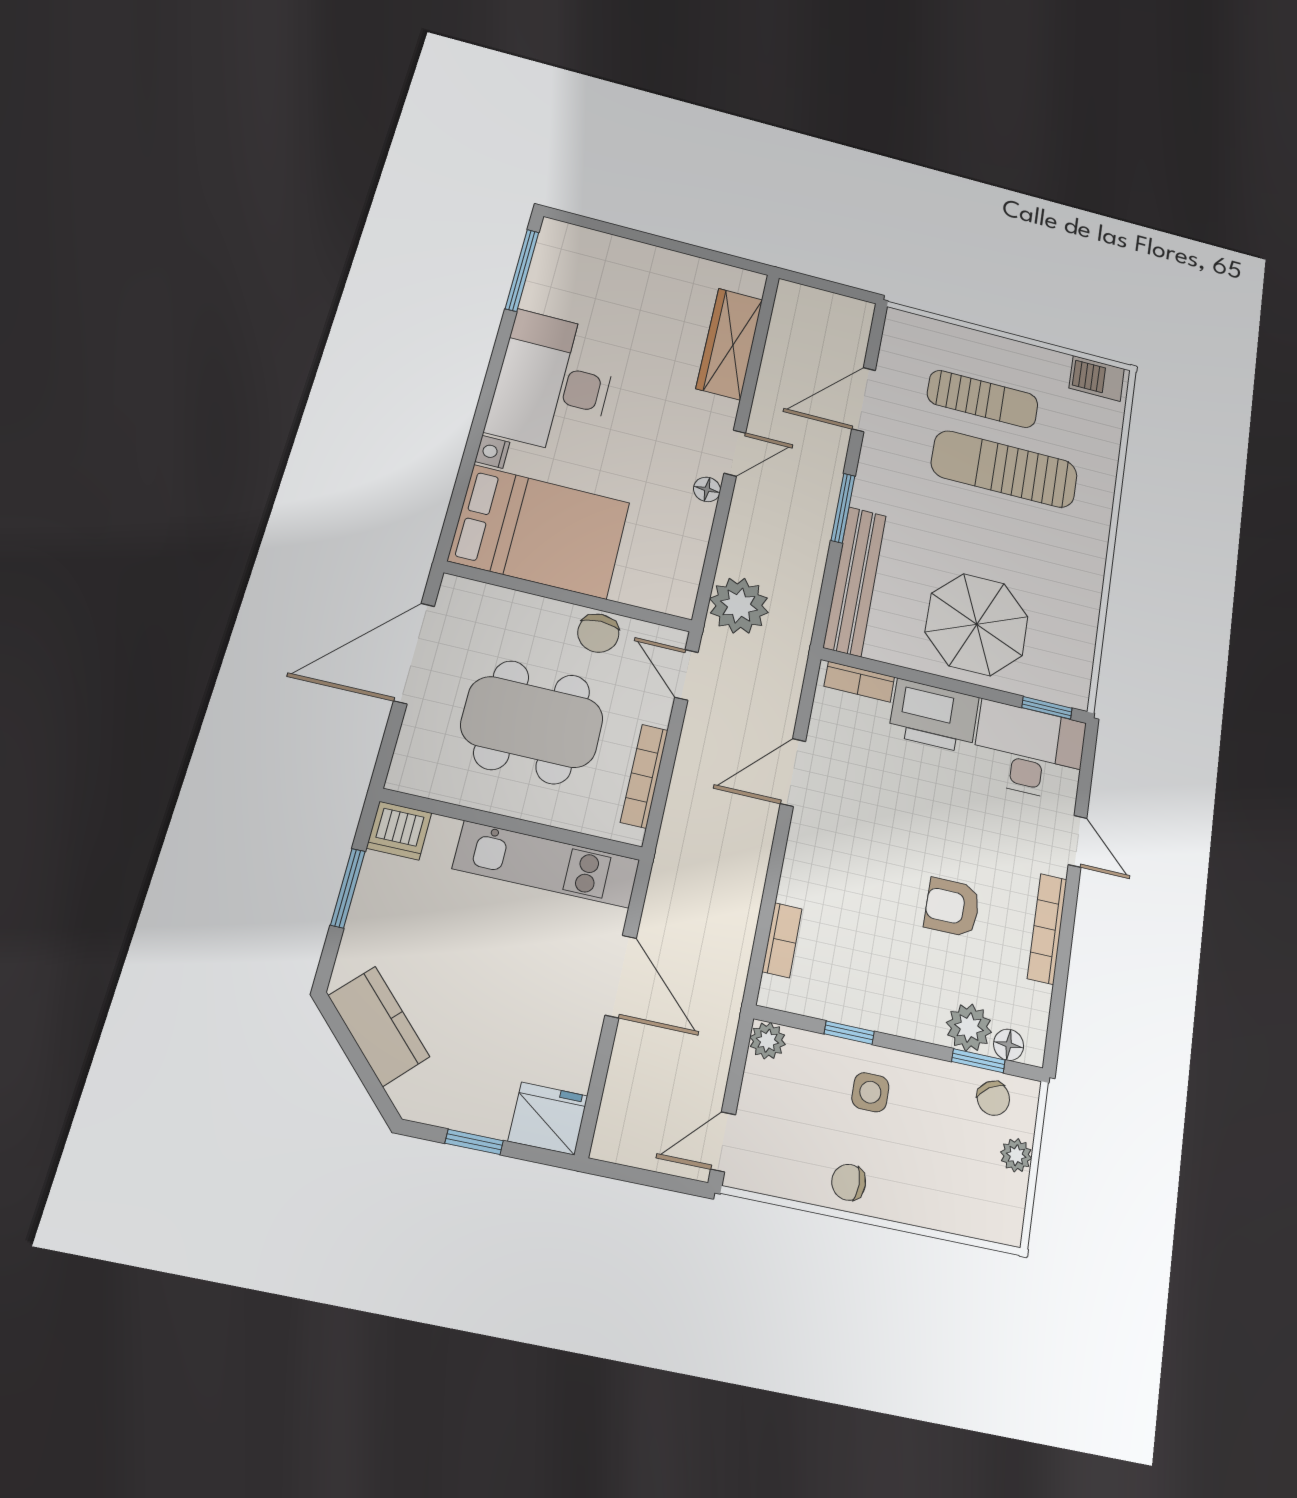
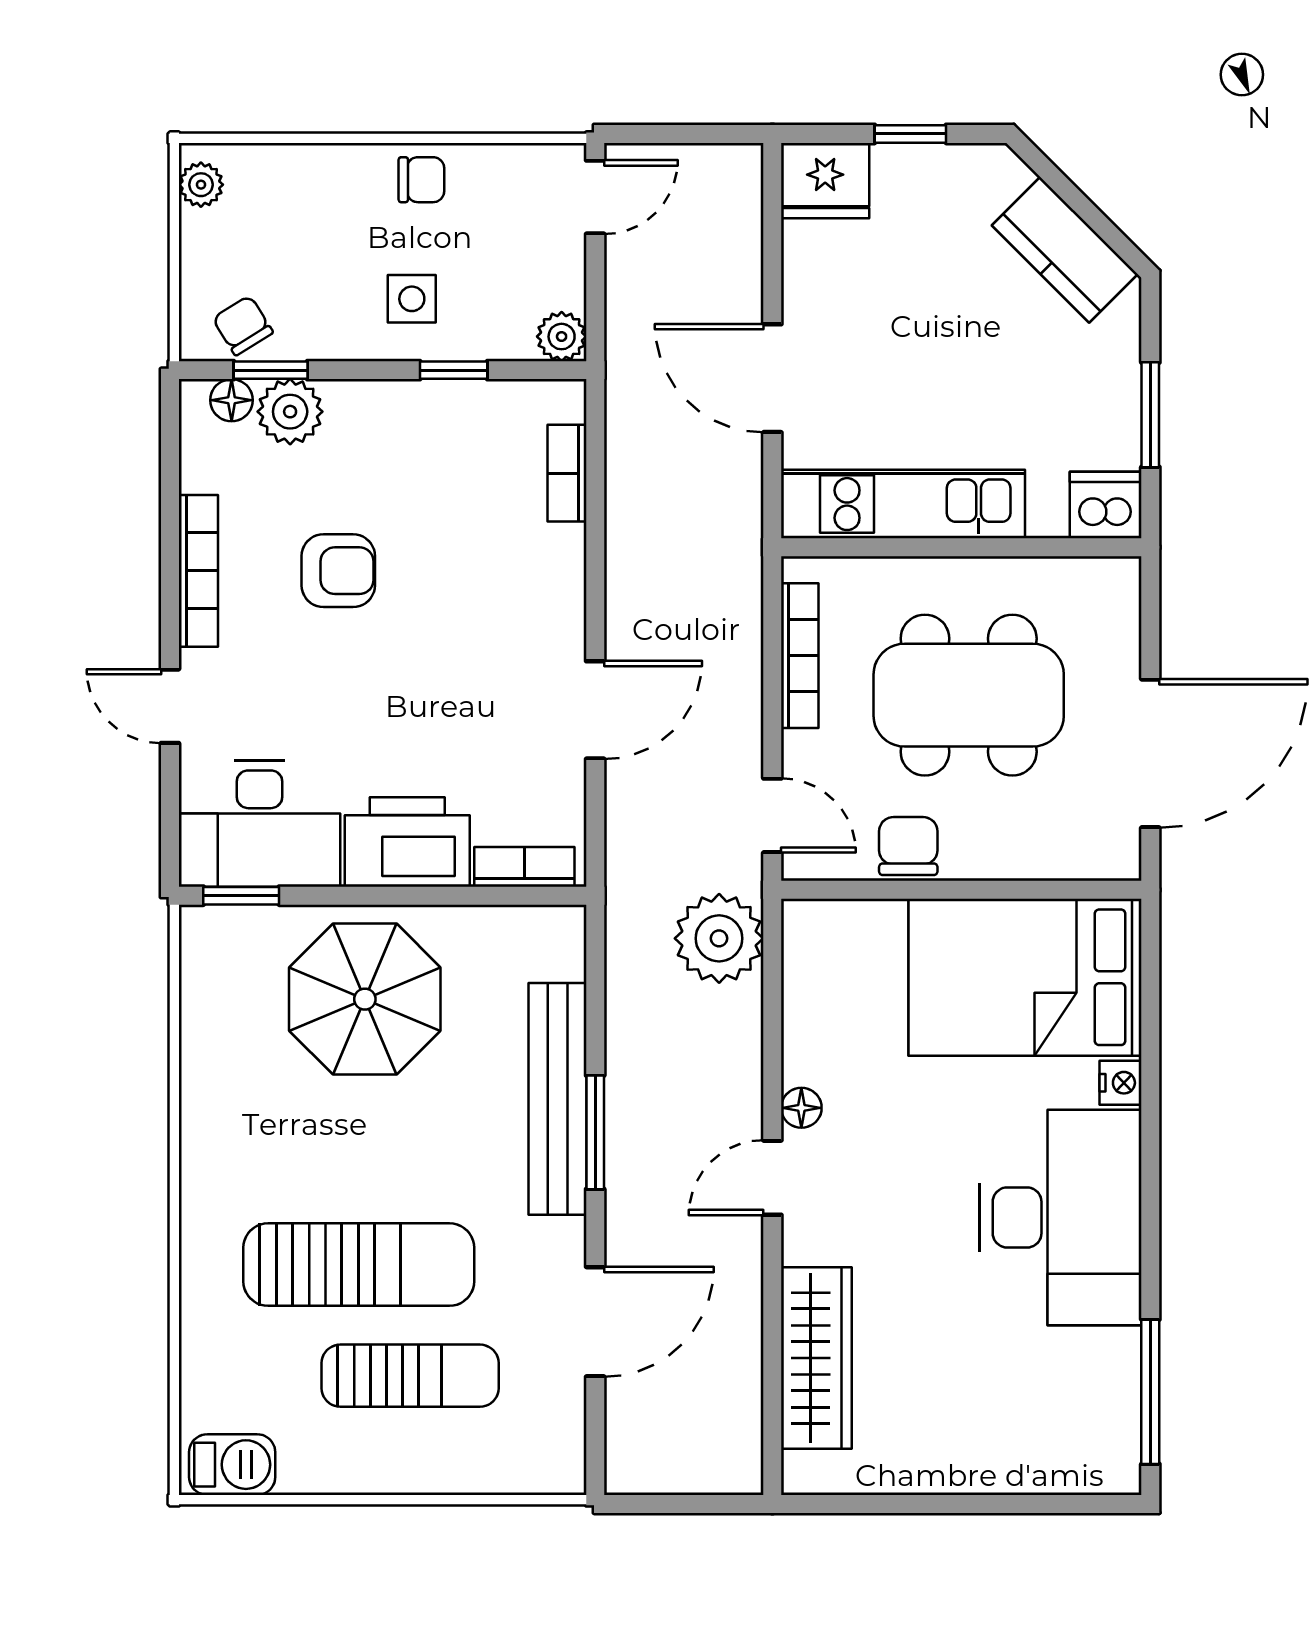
sun lounger: (983, 399) -> (410, 1376), turned 180
bench: (855, 581) -> (557, 1099), moved
plant: (1016, 1155) -> (201, 185), moved

